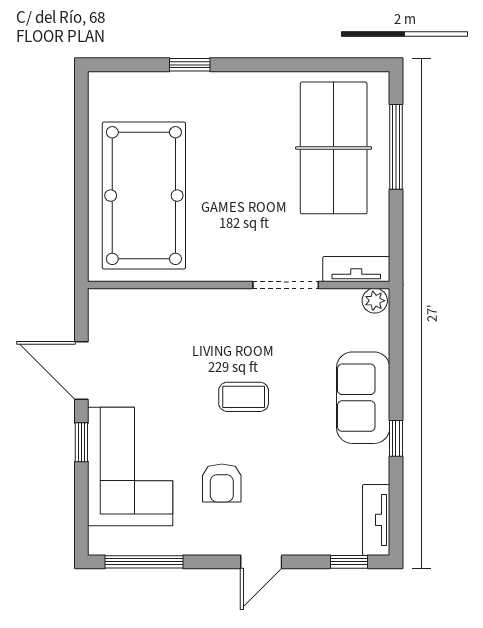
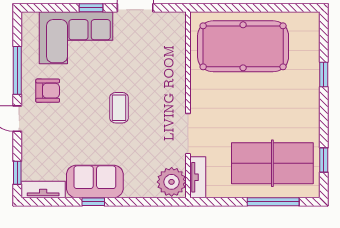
window: (328, 65) -> (324, 160), added
plant: (375, 301) -> (172, 182), width x1.87, depth x1.87
sofa: (363, 398) -> (95, 181), moved
armchair: (222, 483) -> (48, 91), moved, turned 180
window: (144, 562) -> (17, 70), moved

